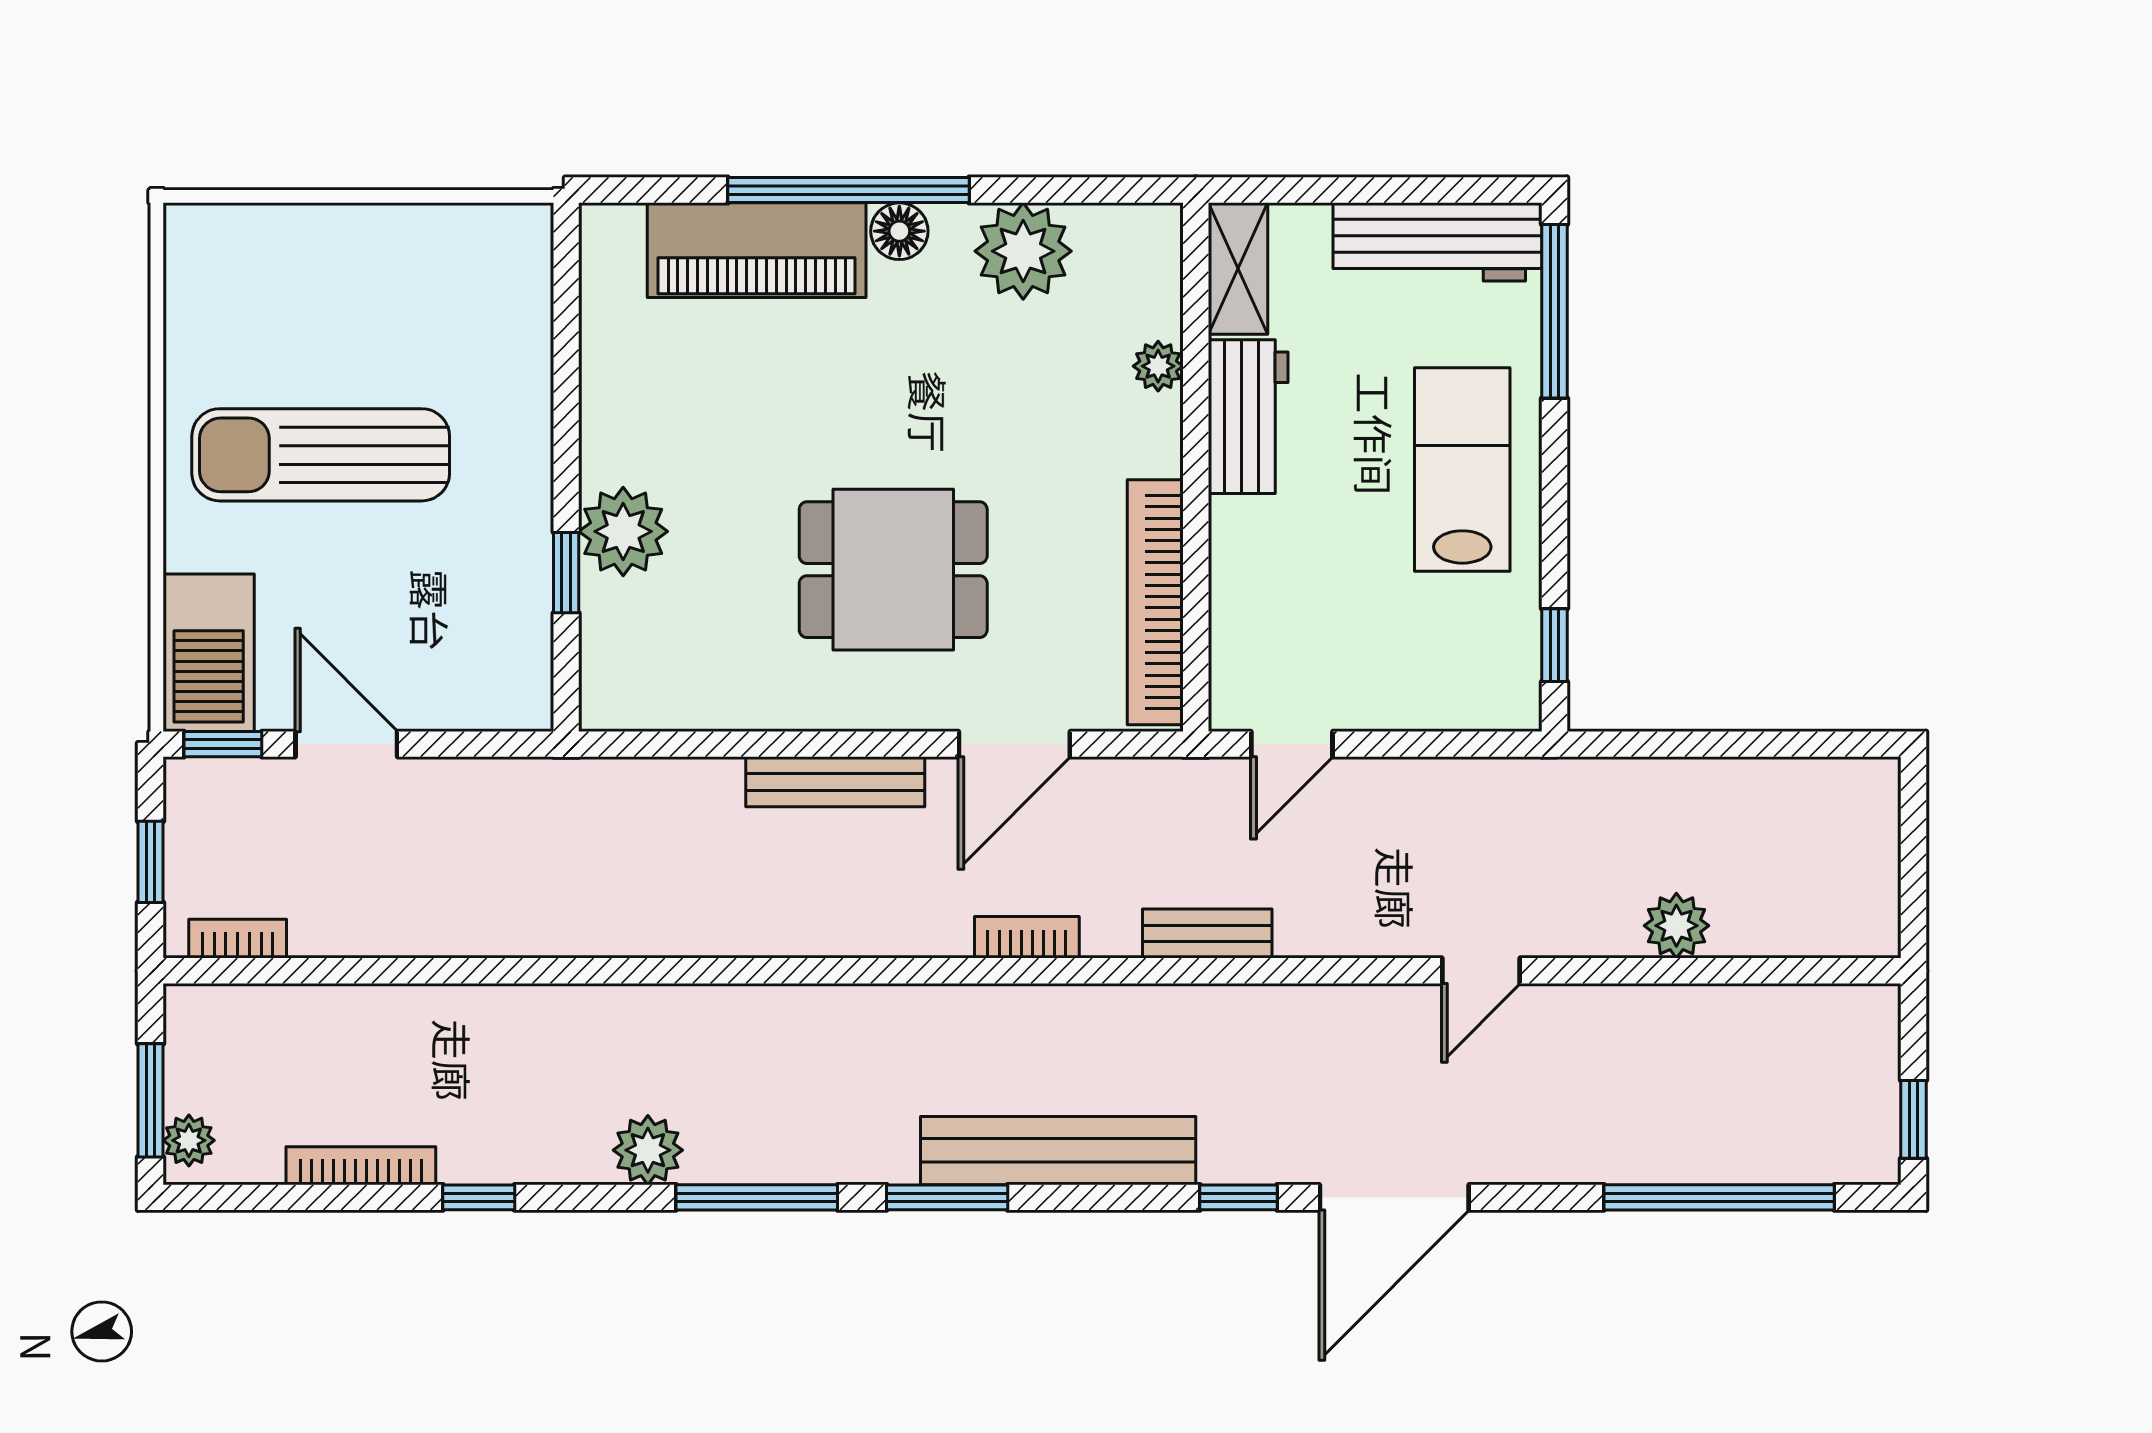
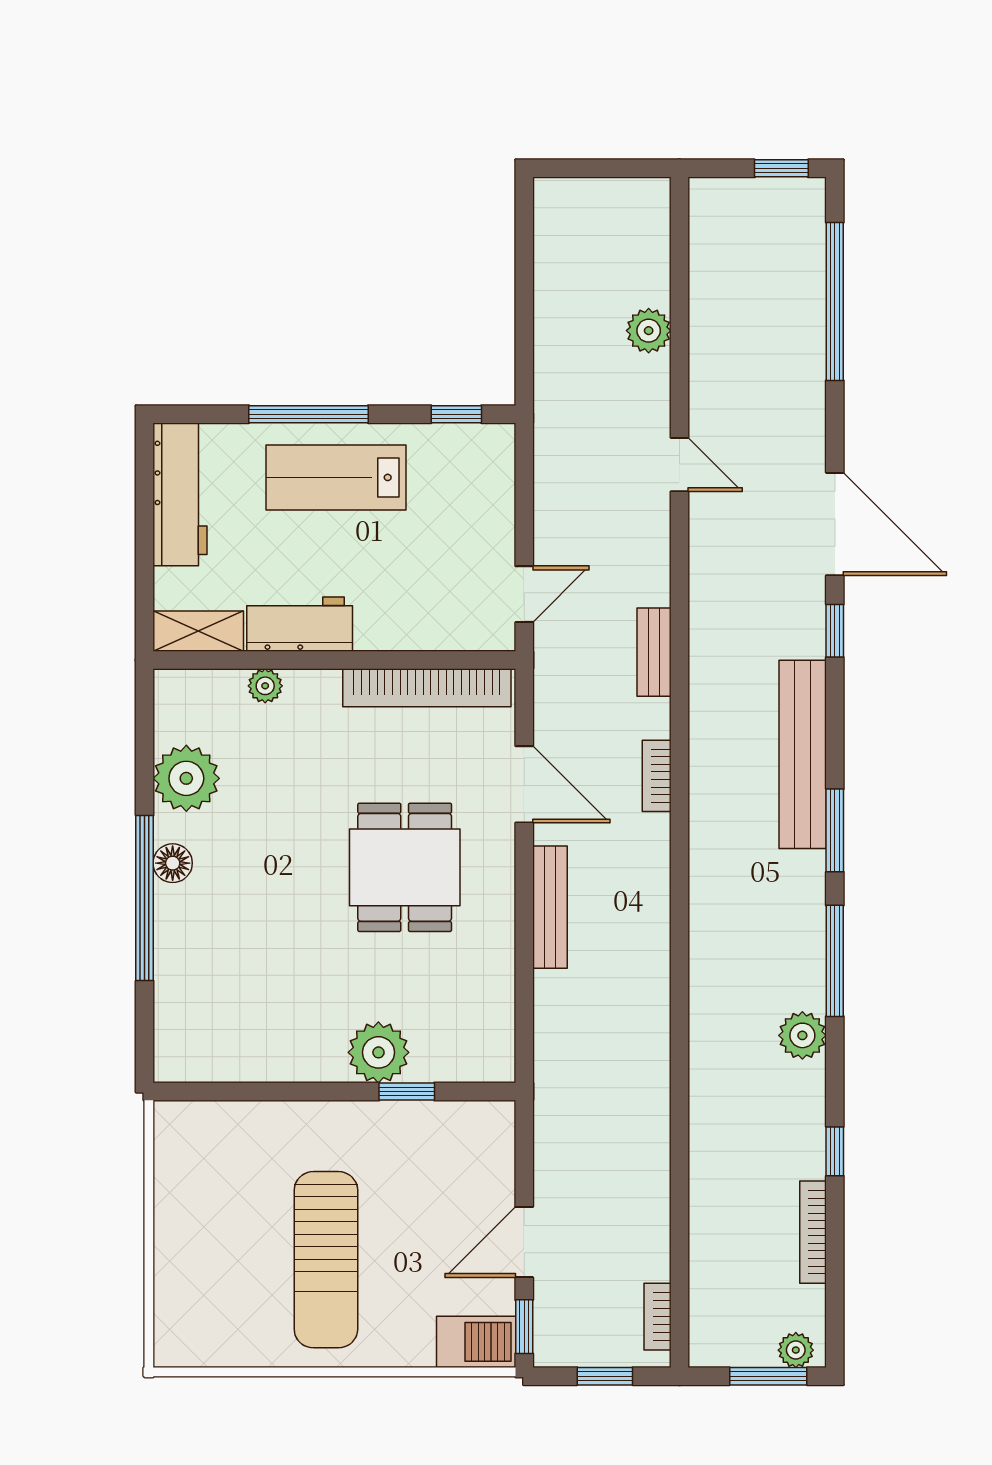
piano: (757, 250) -> (186, 961), removed
window: (1555, 311) -> (309, 414), moved
barbecue: (209, 653) -> (476, 1342), width x0.73, depth x0.83
door: (1292, 744) -> (524, 594), hinge flipped

